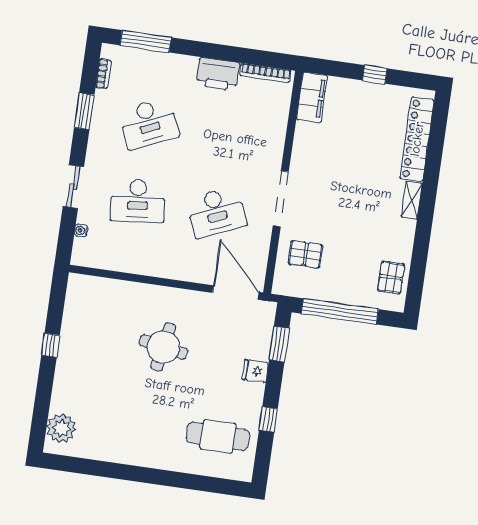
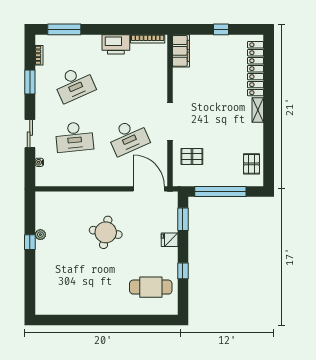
plant: (61, 428) -> (40, 235), moved, width x0.53, depth x0.53

